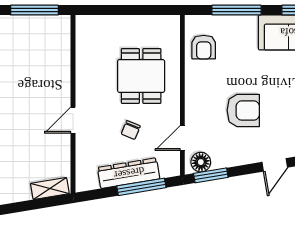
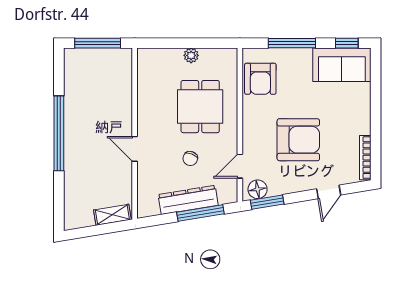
plant: (132, 23) -> (191, 55), added
armchair: (204, 47) -> (260, 79), width x1.38, depth x1.38
armchair: (243, 110) -> (298, 140), width x1.36, depth x1.36
door: (73, 120) -> (135, 149), hinge flipped

